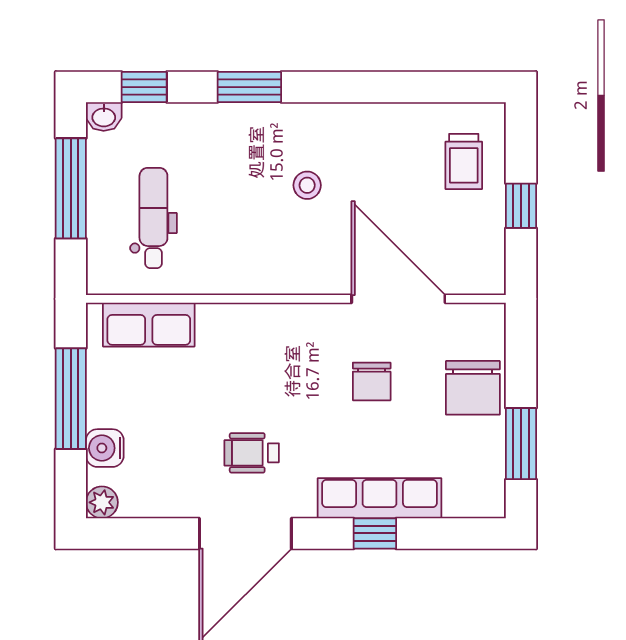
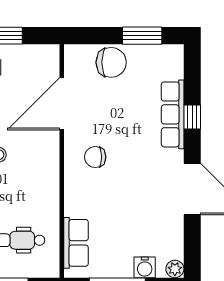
chair: (372, 381) -> (95, 157), moved, turned 180
wheelchair: (252, 453) -> (147, 186), removed

